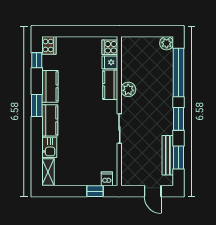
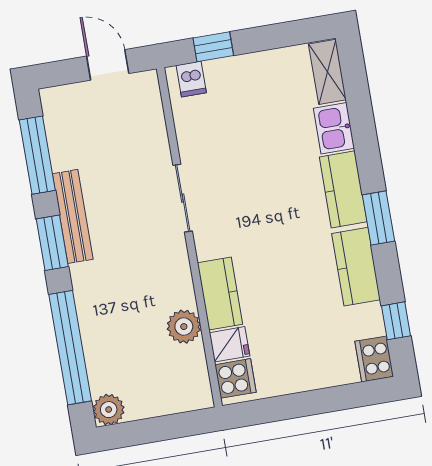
plant: (128, 89) -> (184, 327), moved
bench: (168, 155) -> (73, 216), moved
window: (179, 158) -> (37, 155), width x1.44
door: (153, 191) -> (108, 65), moved

